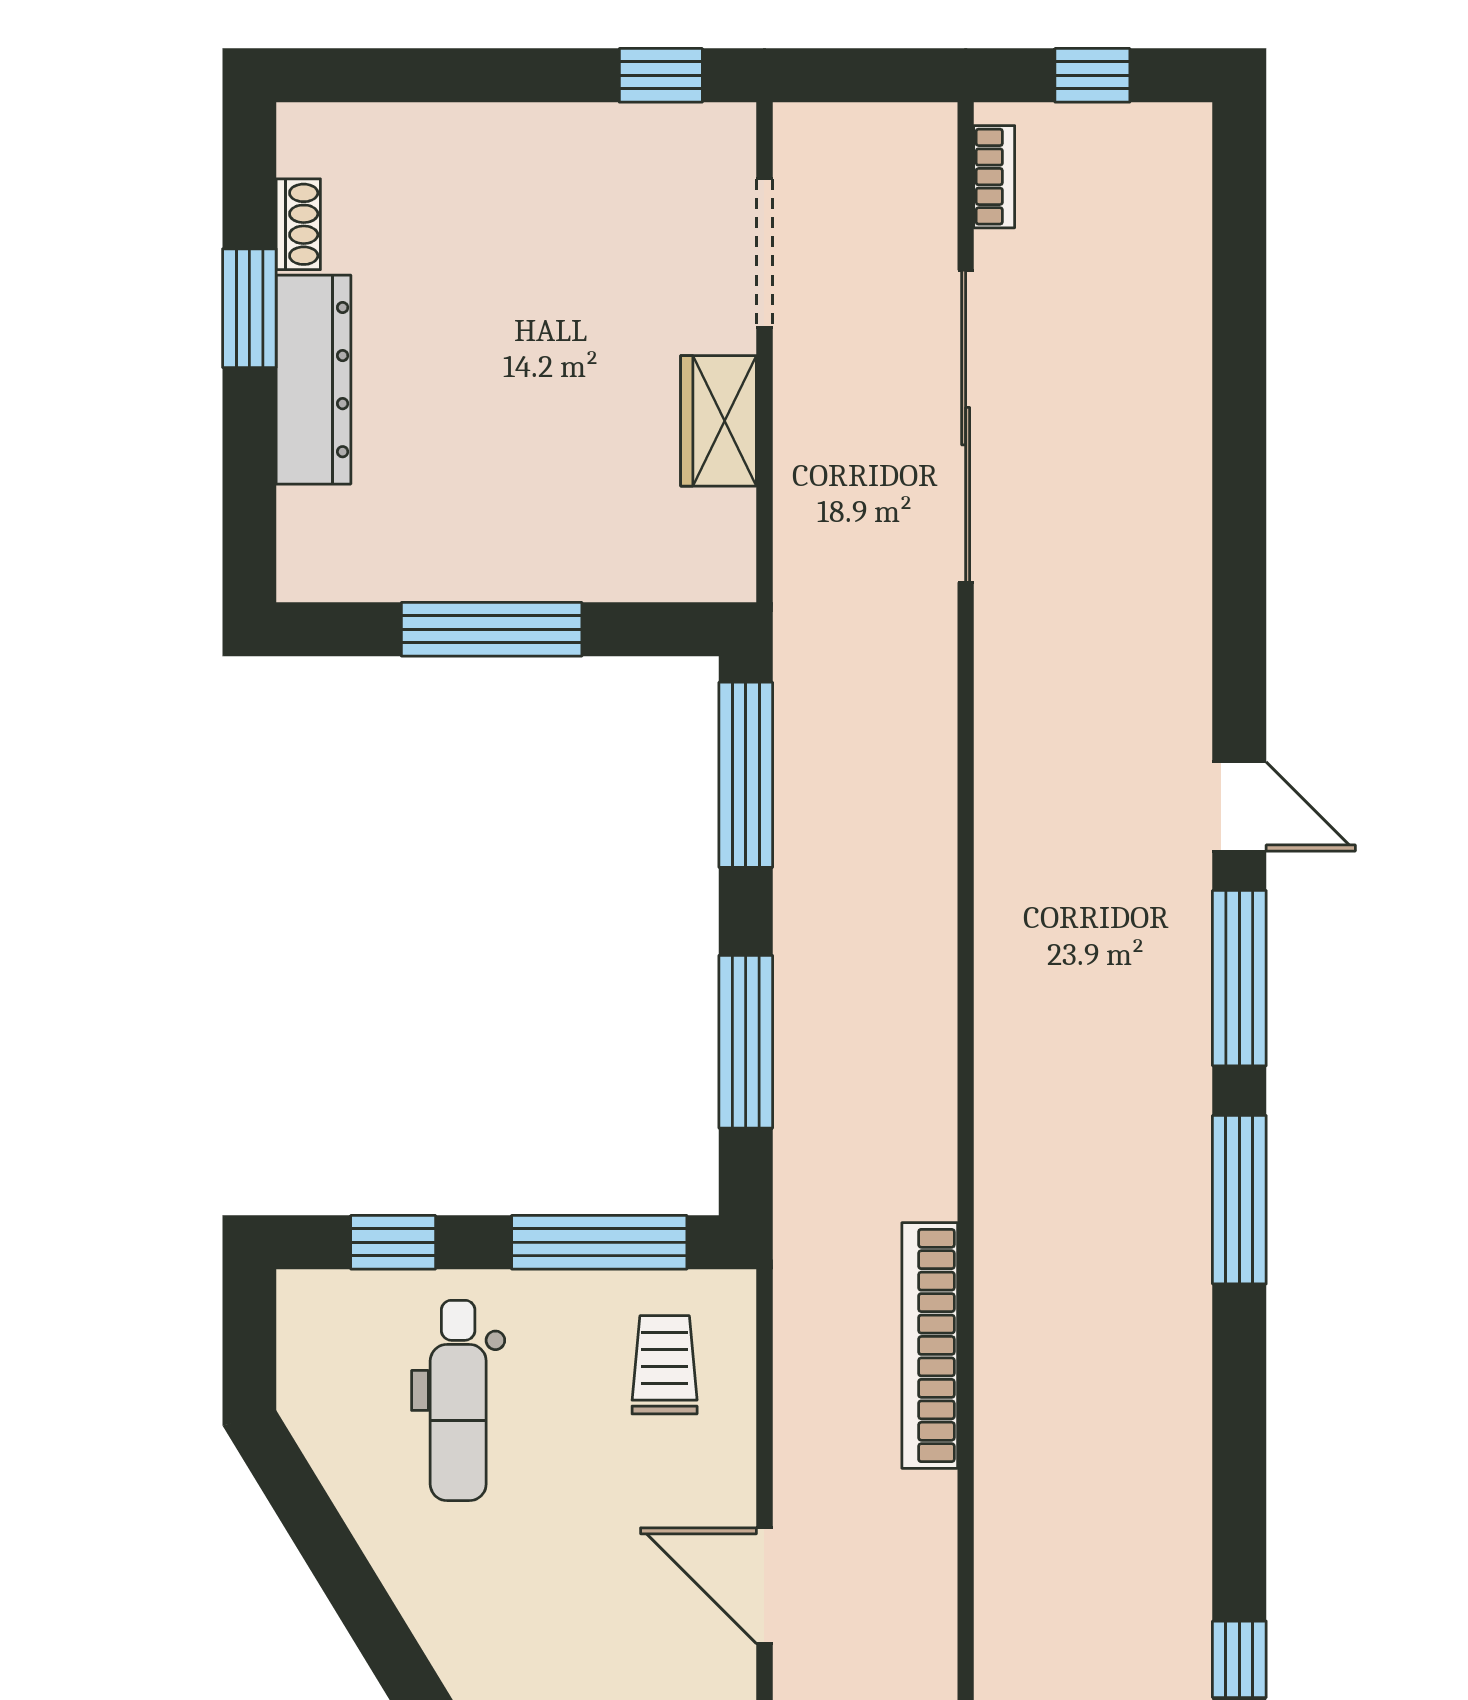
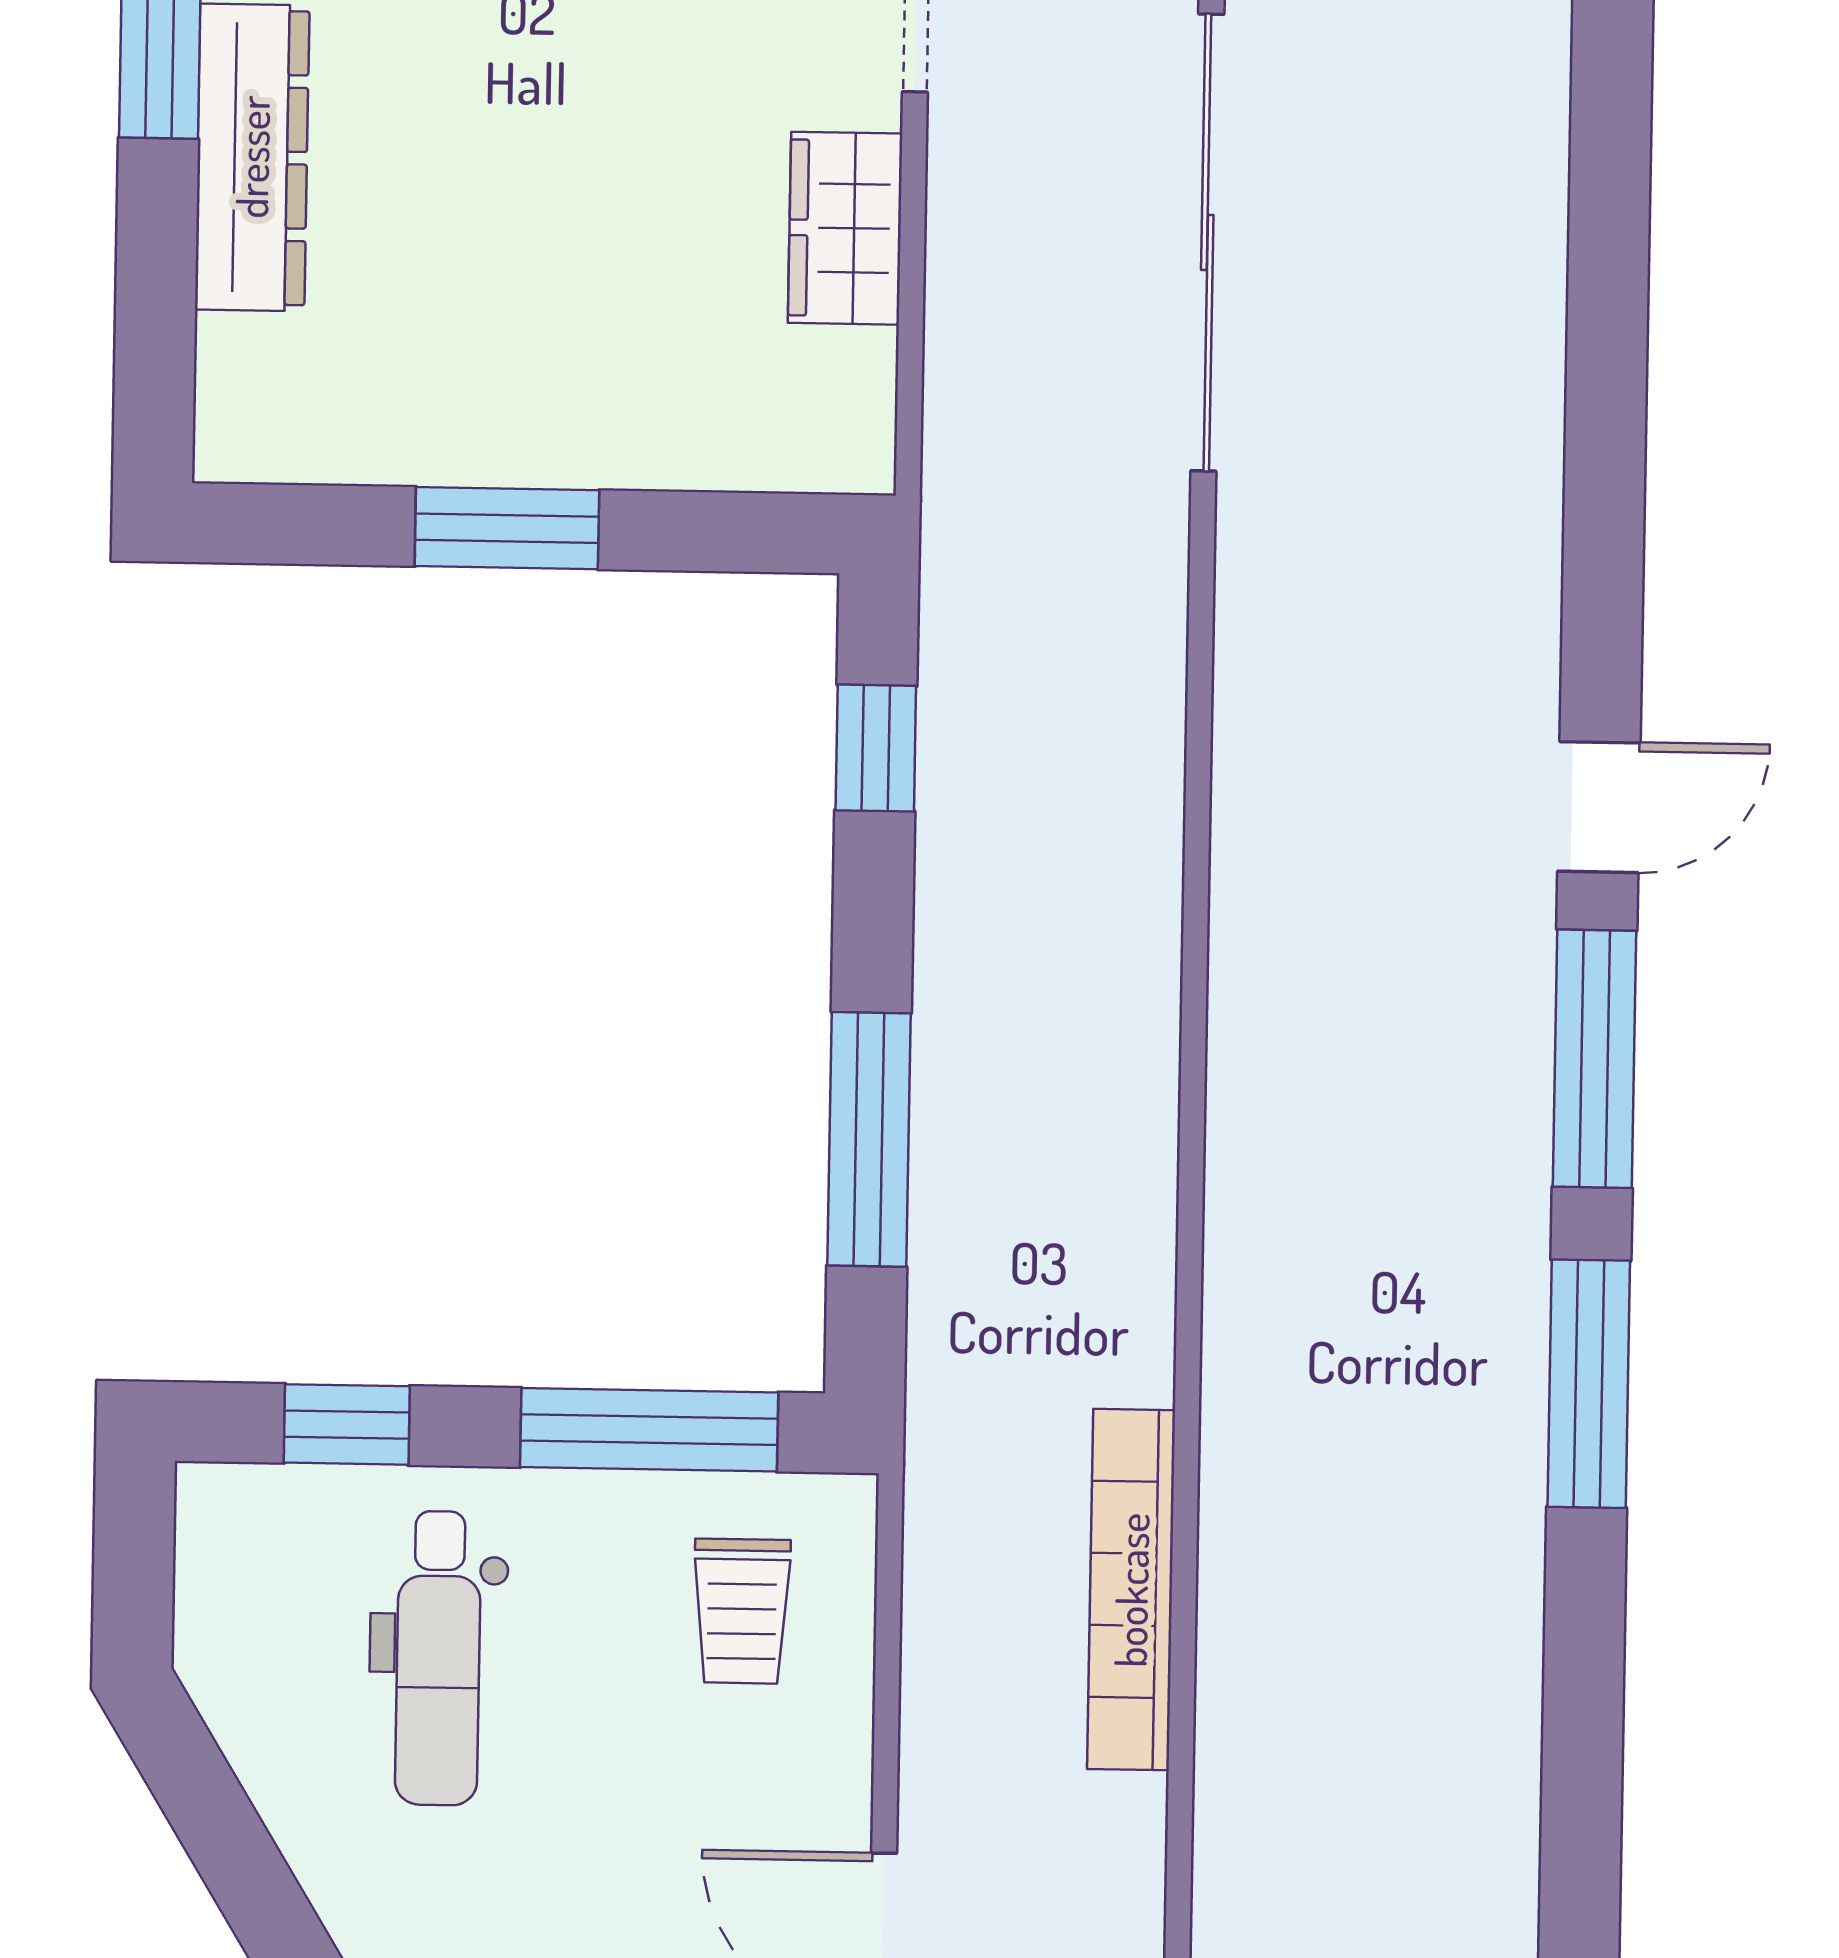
window: (492, 629) -> (507, 528), width x0.69
window: (746, 775) -> (876, 748), width x0.46
door: (1239, 806) -> (1599, 807), hinge flipped
trolley: (665, 1365) -> (742, 1611), turned 180

